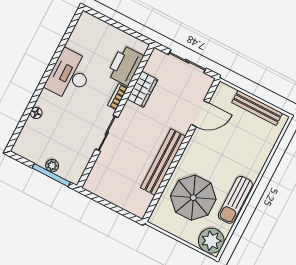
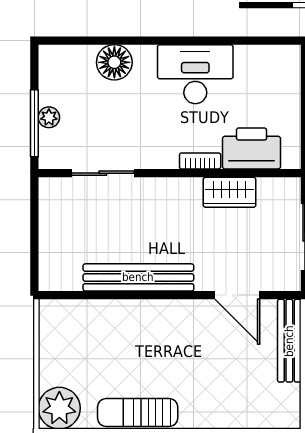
bench: (257, 108) -> (289, 341), moved
floor lamp: (36, 113) -> (114, 62), width x1.89, depth x1.89
sliding door: (107, 133) -> (103, 173), moved
parasol: (193, 198) -> (109, 349), removed

